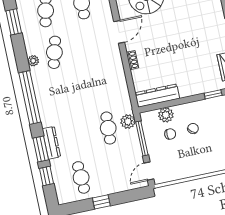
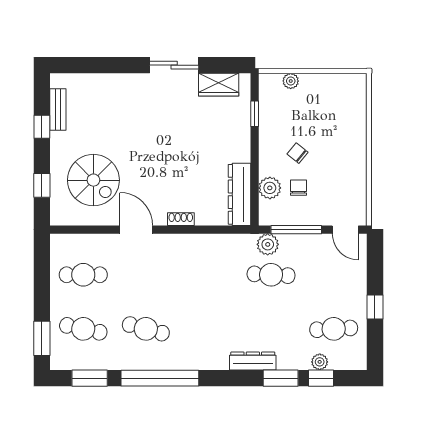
plant: (33, 61) -> (320, 362), moved
window: (30, 97) -> (160, 378), moved
dresser: (51, 143) -> (253, 361), moved

